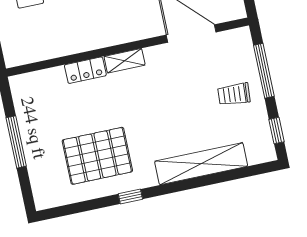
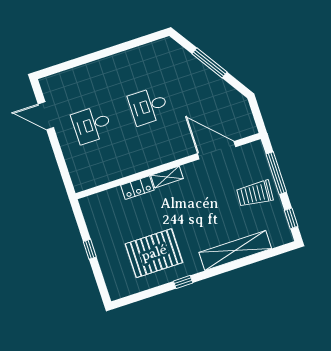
trolley: (234, 94) -> (255, 194), width x1.36, depth x1.39
window: (16, 142) -> (90, 249), width x0.46

